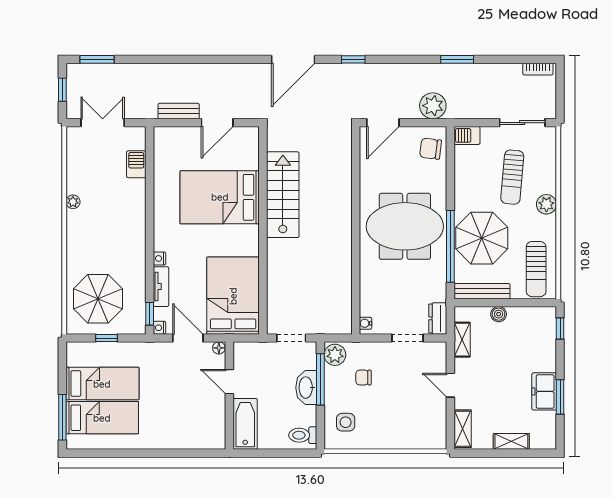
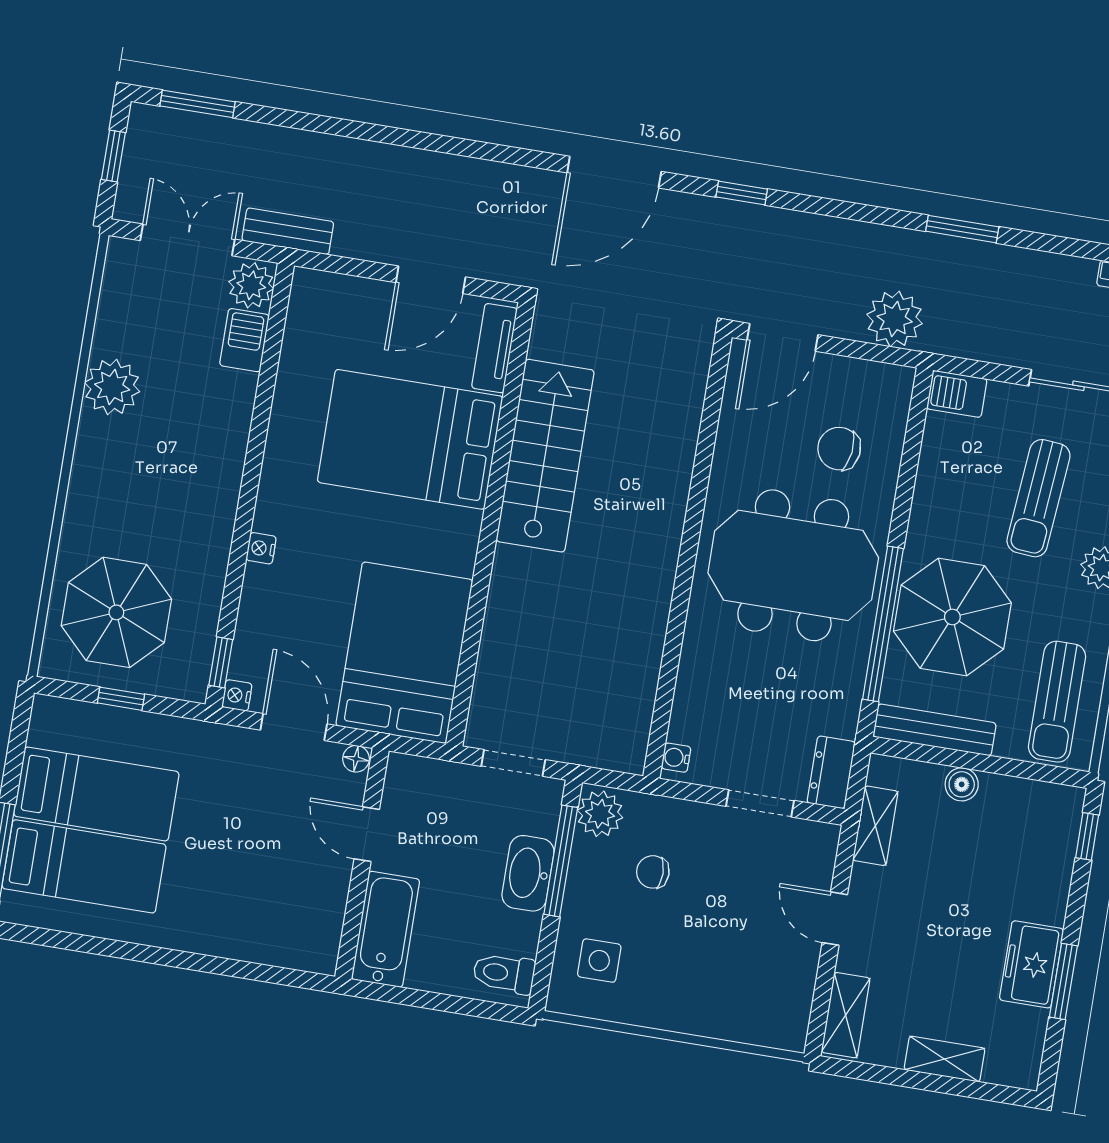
bench: (179, 111) -> (288, 231), moved
plant: (135, 139) -> (251, 285), added
chair: (431, 149) -> (839, 449), moved
plant: (73, 202) -> (112, 387), width x1.88, depth x1.88
tv unit: (161, 287) -> (494, 348), moved, turned 180

